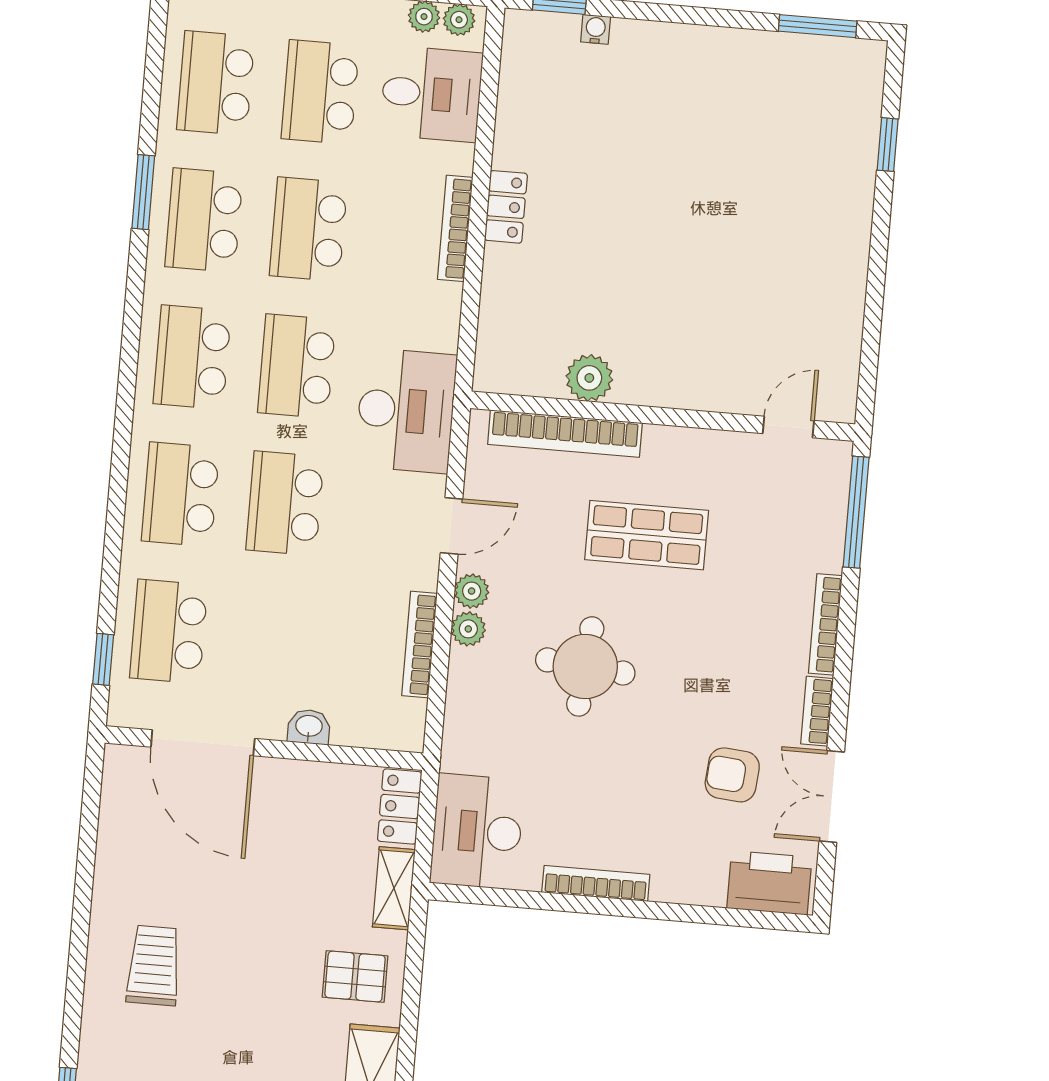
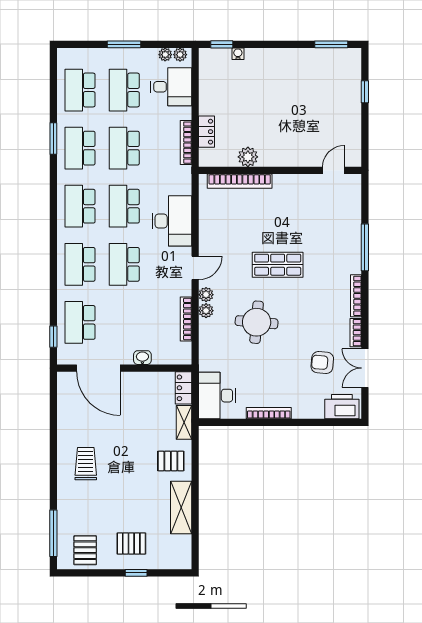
plant: (589, 378) -> (248, 157), moved
wall: (663, 416) -> (280, 170), moved
door: (788, 427) -> (333, 170), moved
bookcase: (565, 434) -> (240, 181), moved

